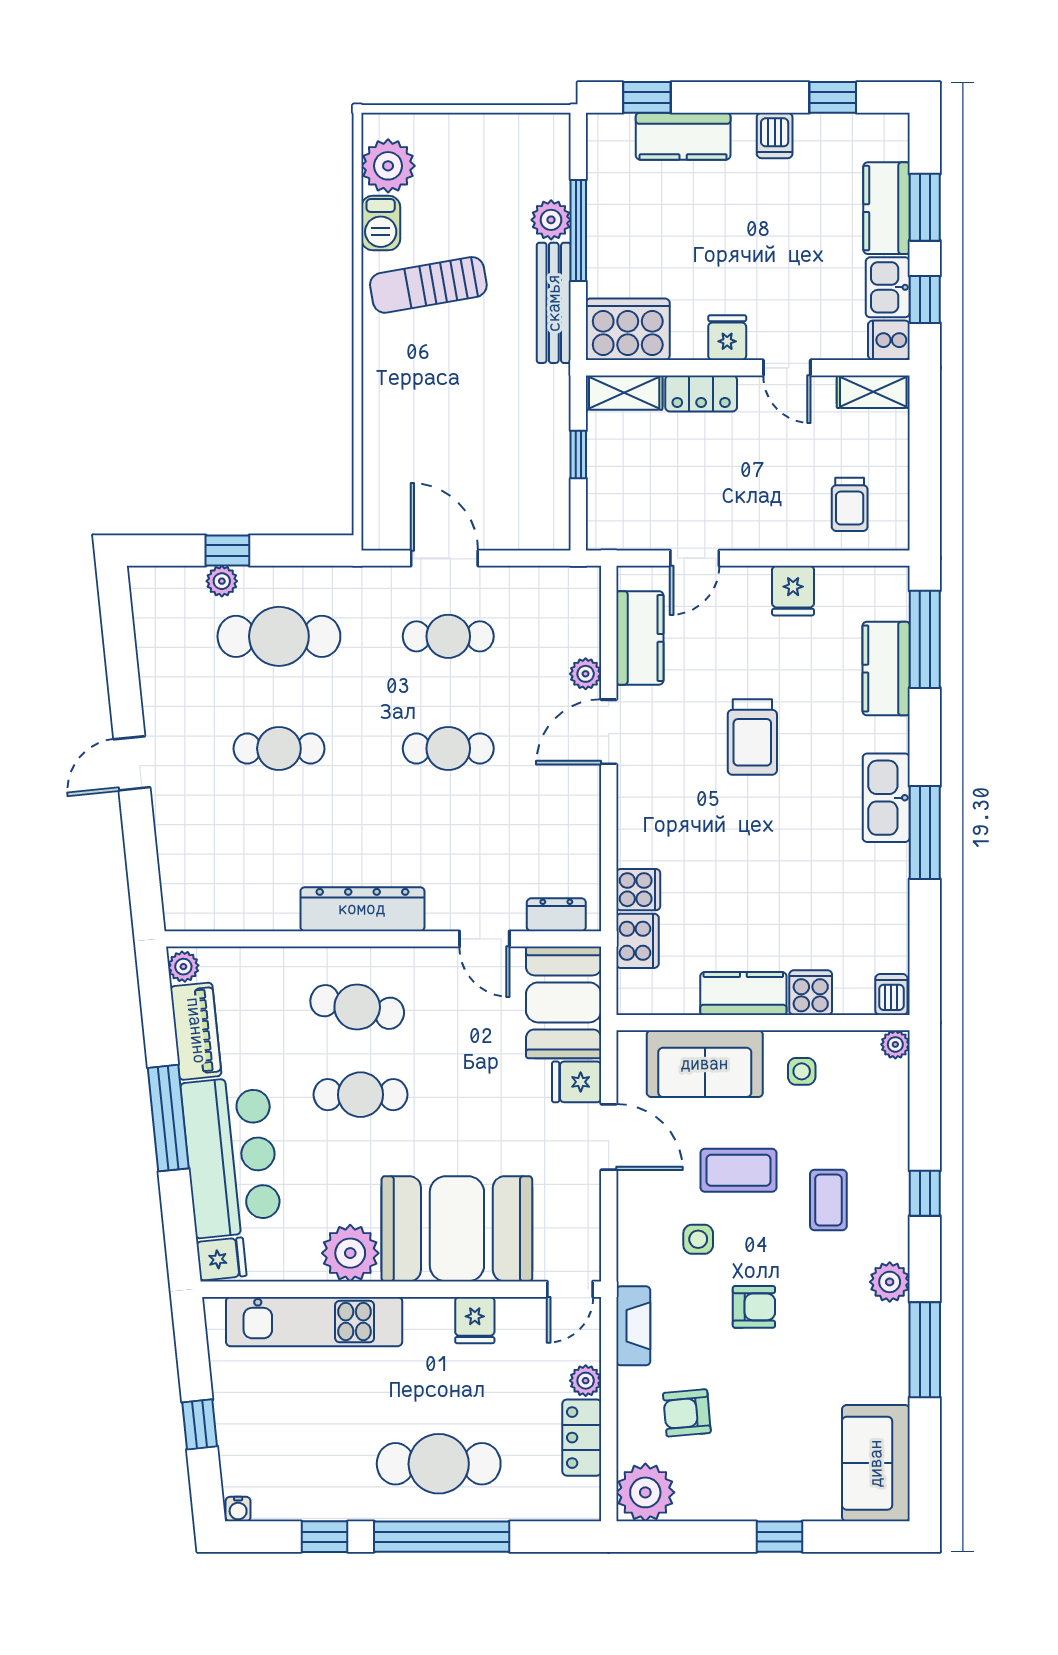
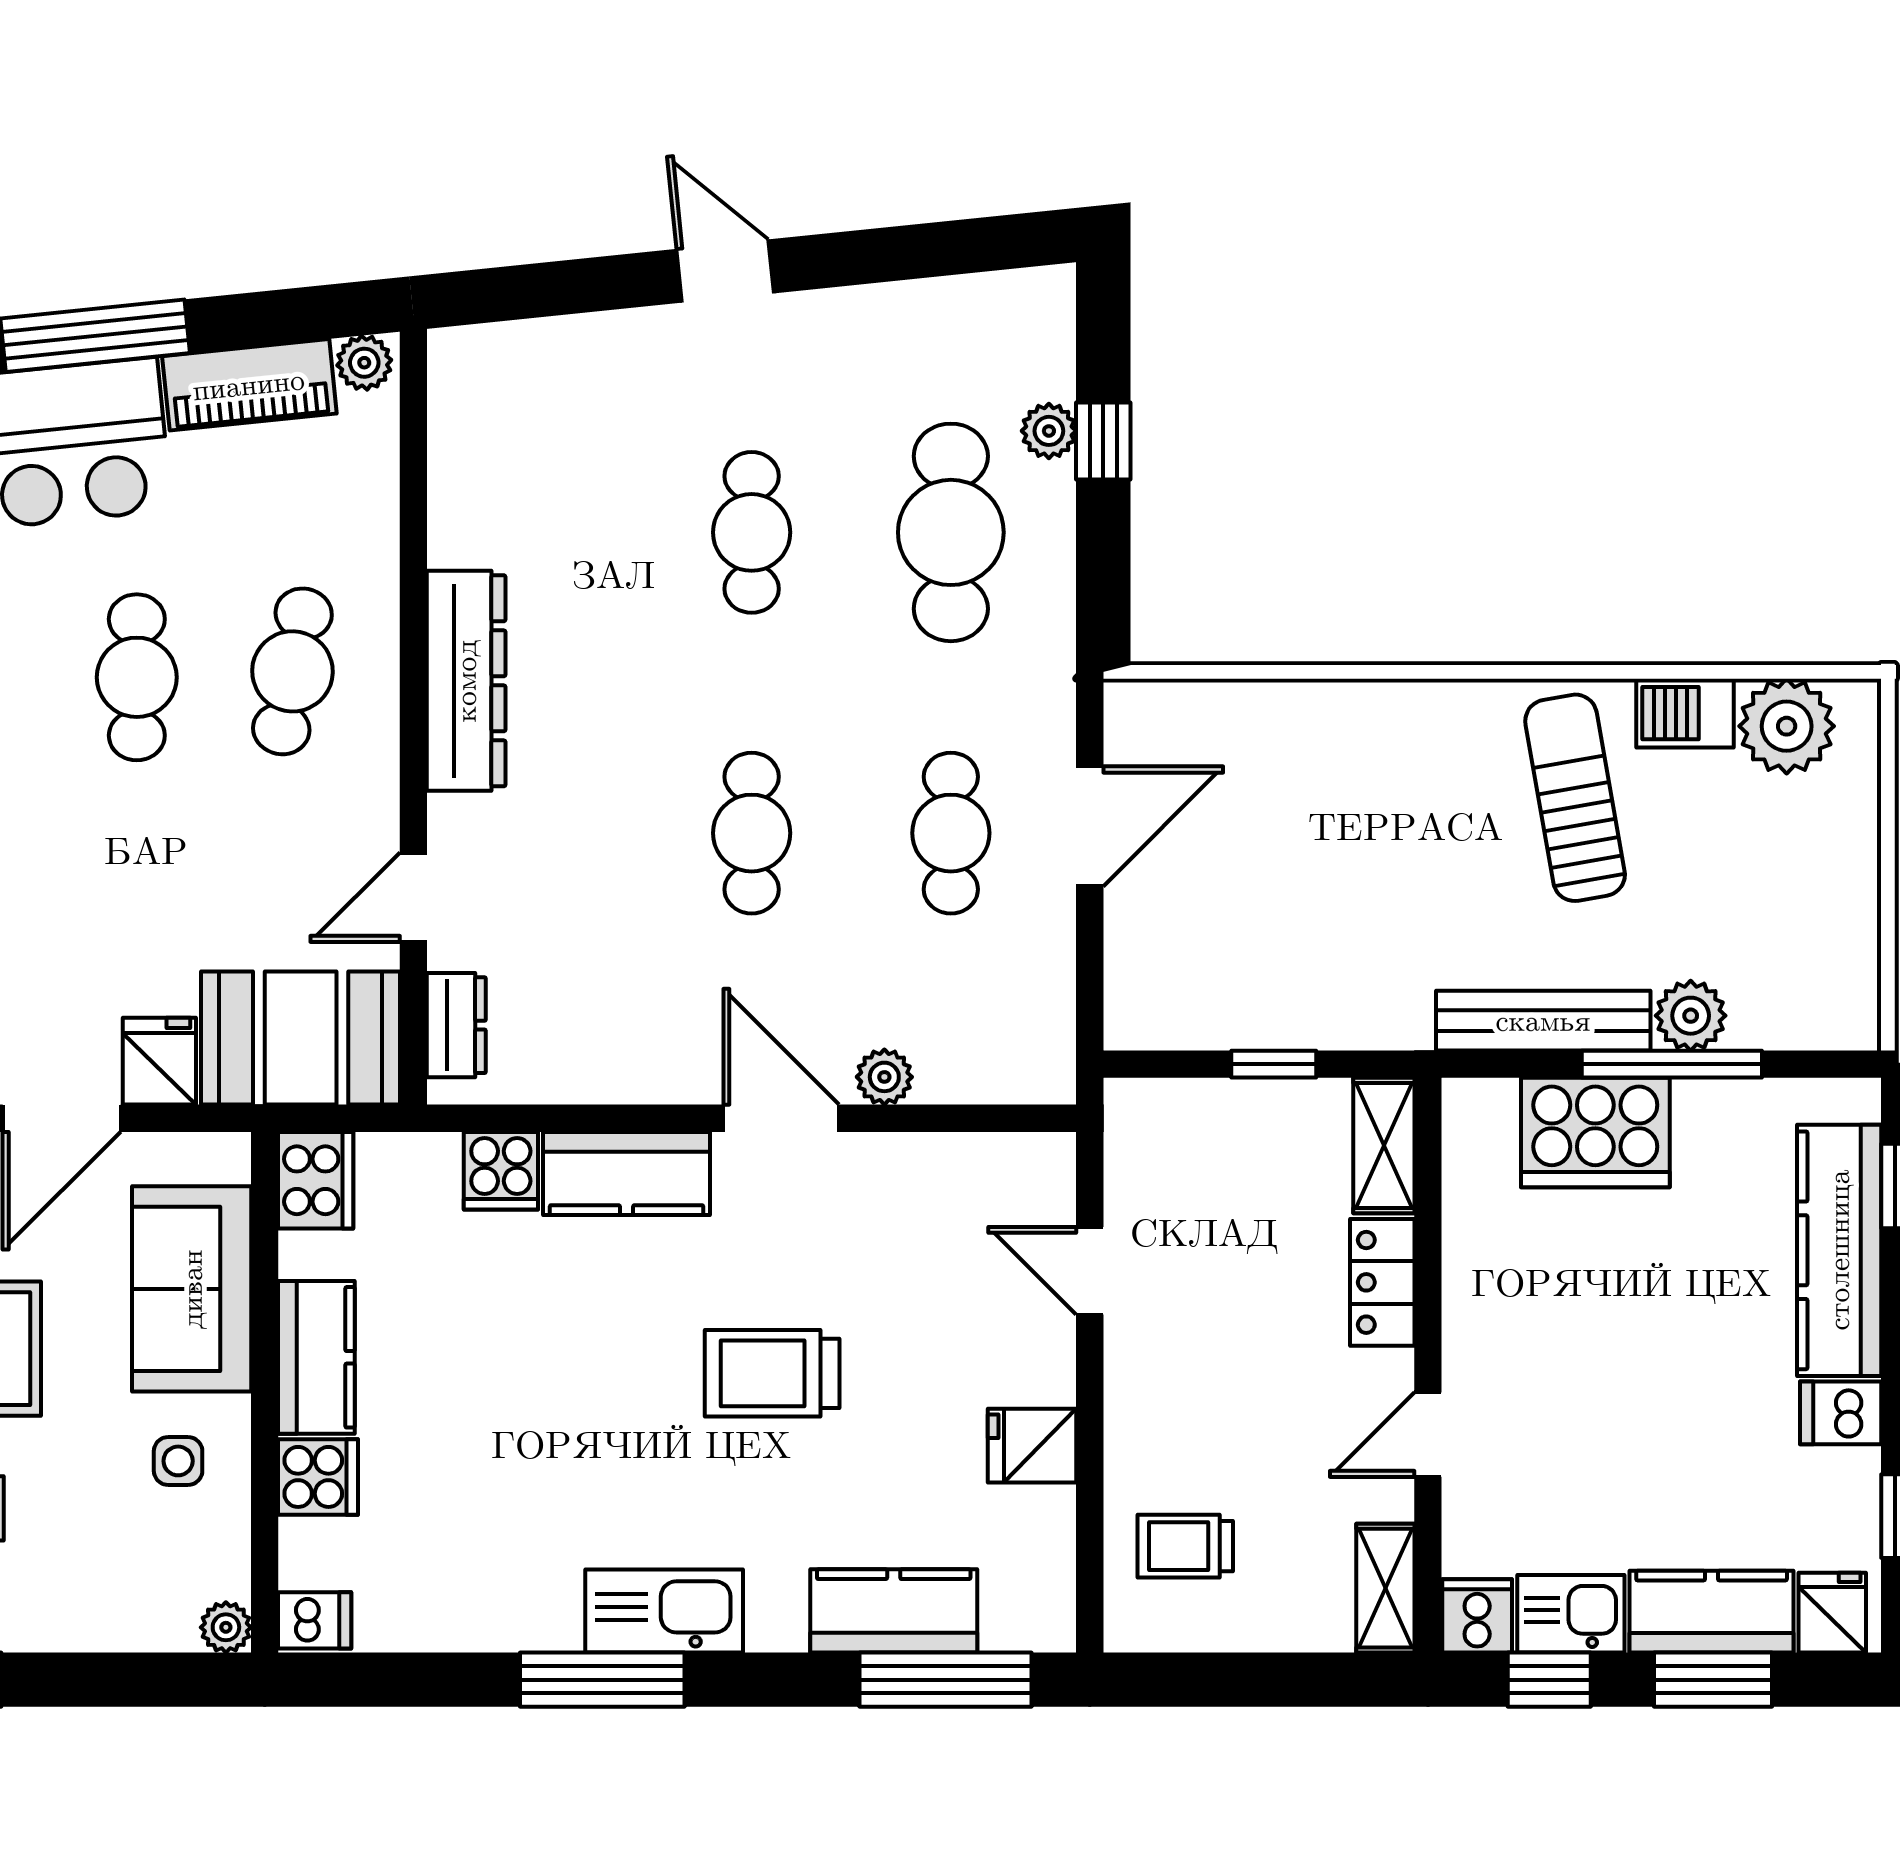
kitchen counter: (683, 136) -> (1839, 1250), width x1.50
cooker: (628, 329) -> (1595, 1132), moved, turned 90
fridge: (727, 338) -> (1832, 1613), moved, turned -90
kitchen counter: (640, 638) -> (627, 1173), moved
cooker: (637, 941) -> (316, 1180), moved, turned -90

